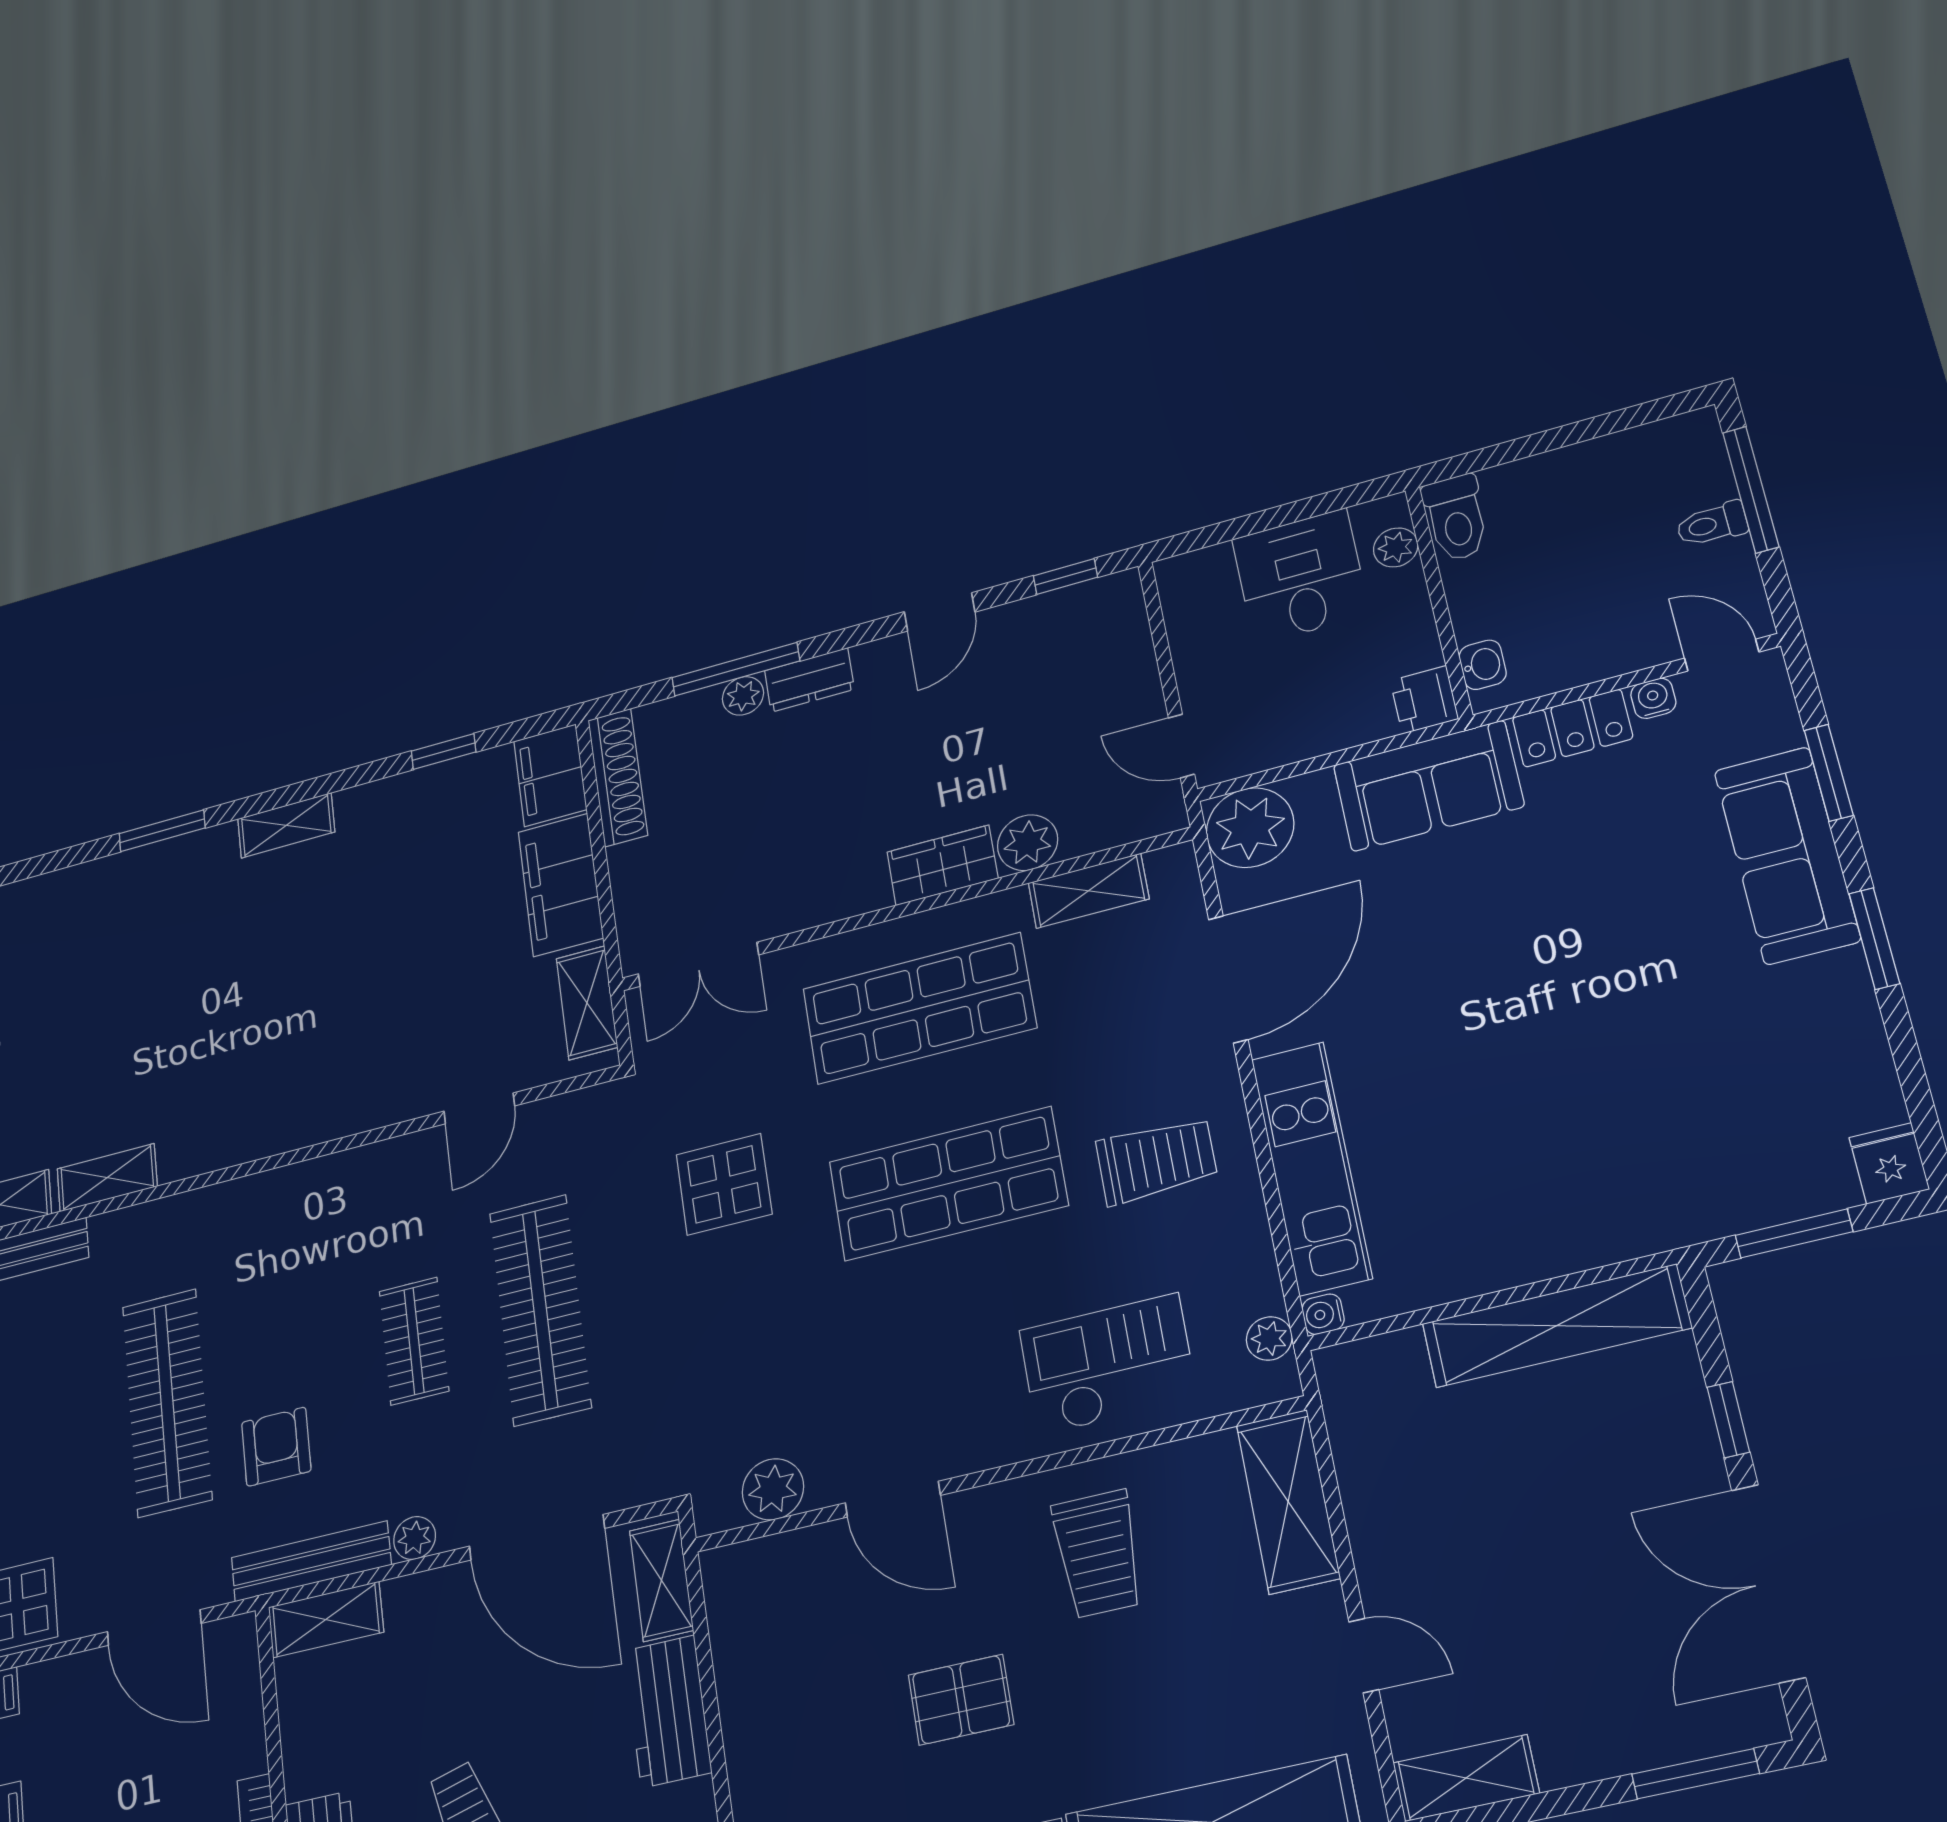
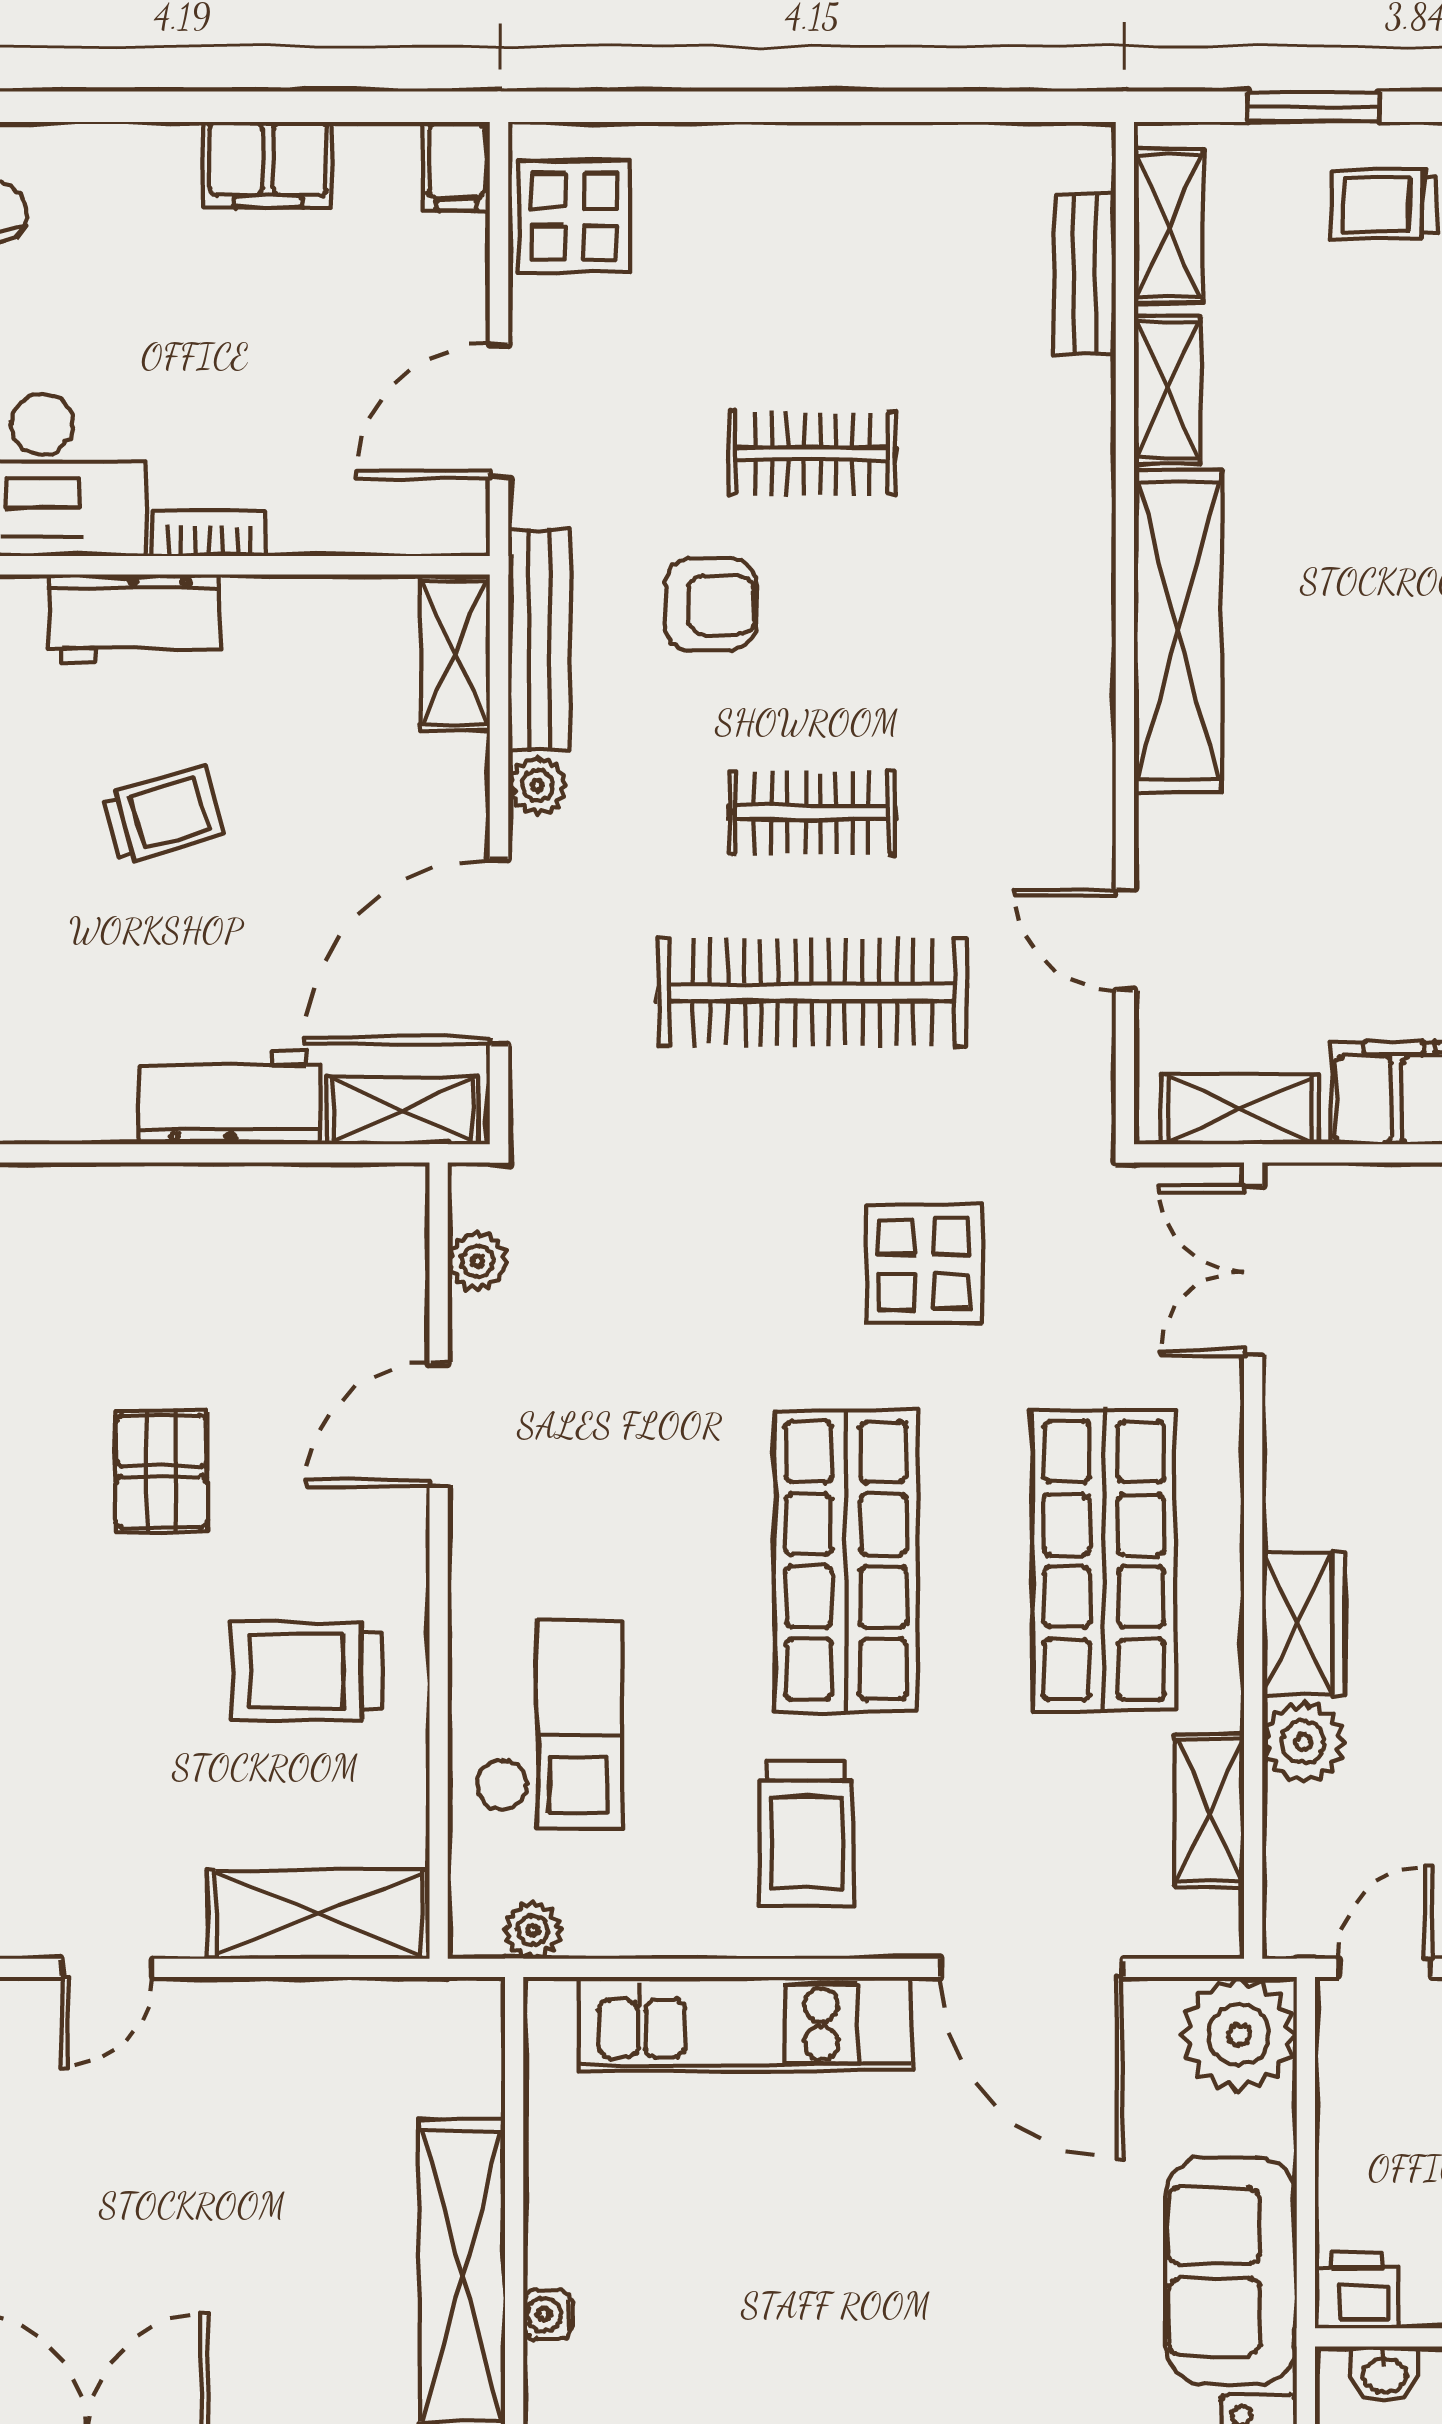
shelving: (266, 1129) -> (1178, 631), added
water cooler: (1323, 1314) -> (548, 2314), moved, turned -90
clothes rail: (167, 1402) -> (812, 454), width x0.54, depth x0.76
plant: (773, 1489) -> (477, 1261), width x0.73, depth x0.73

